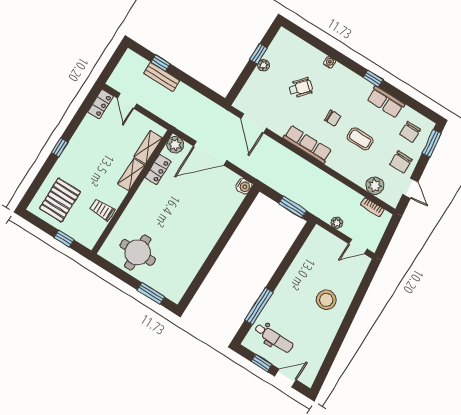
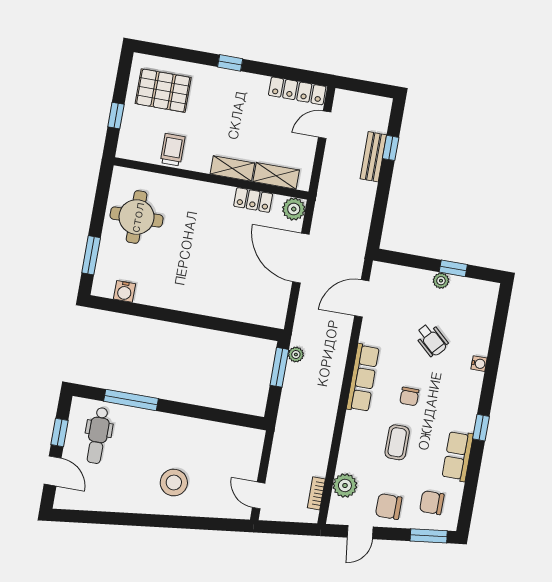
locker: (101, 104) -> (297, 91), width x1.53
water cooler: (244, 186) -> (124, 291), moved
window: (293, 207) -> (279, 367), moved
plant: (337, 223) -> (296, 354), moved

